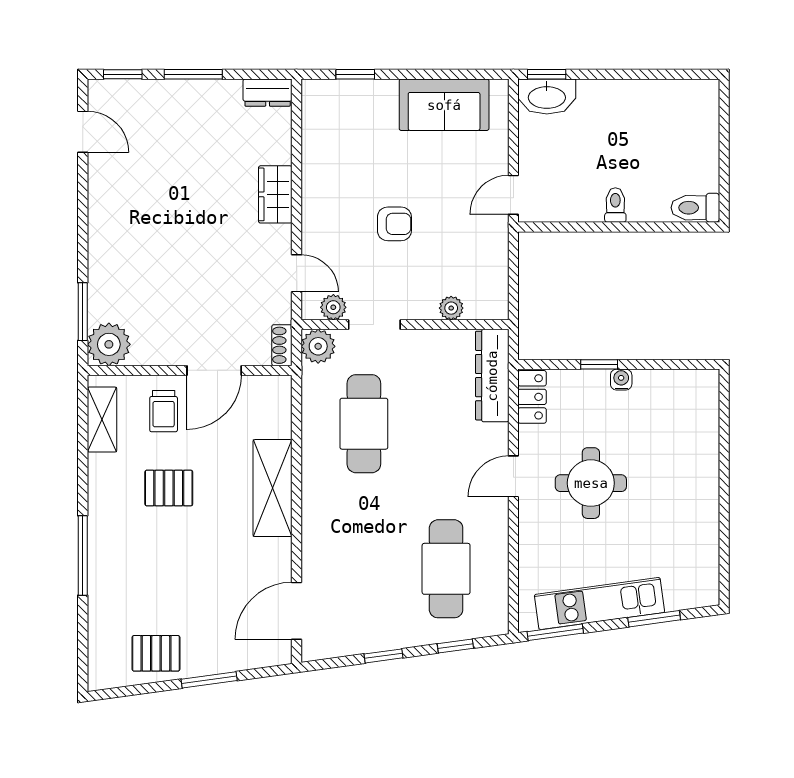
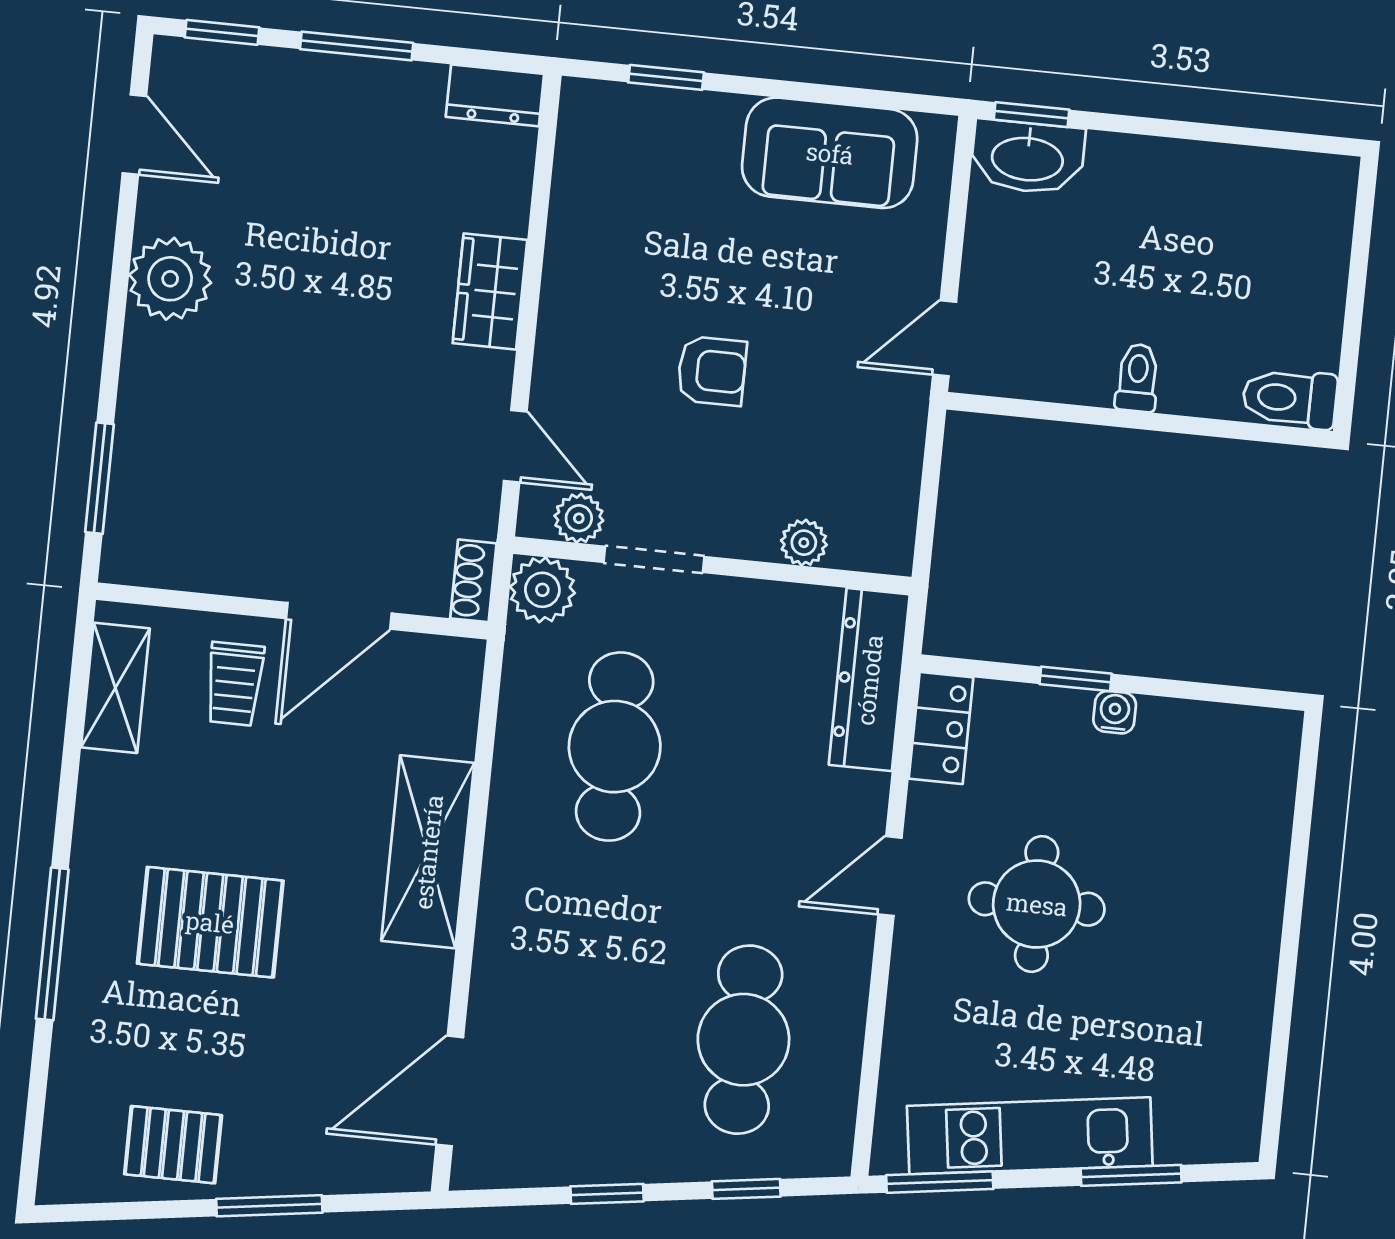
plant: (109, 344) -> (170, 279), moved
pallet: (169, 488) -> (210, 922), moved, width x1.50, depth x1.42

